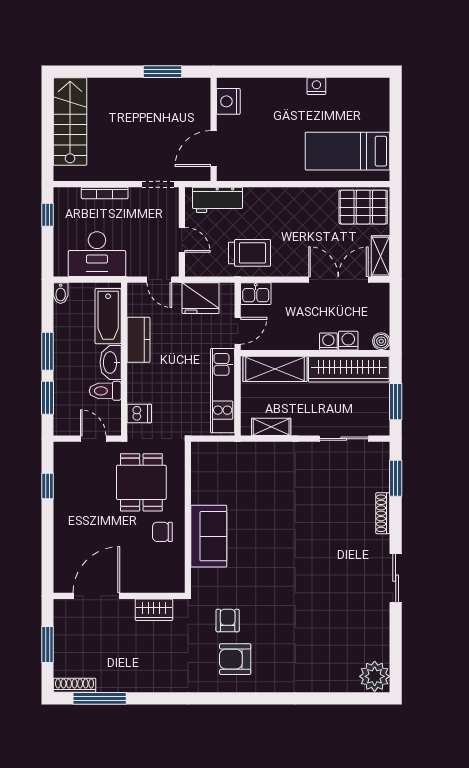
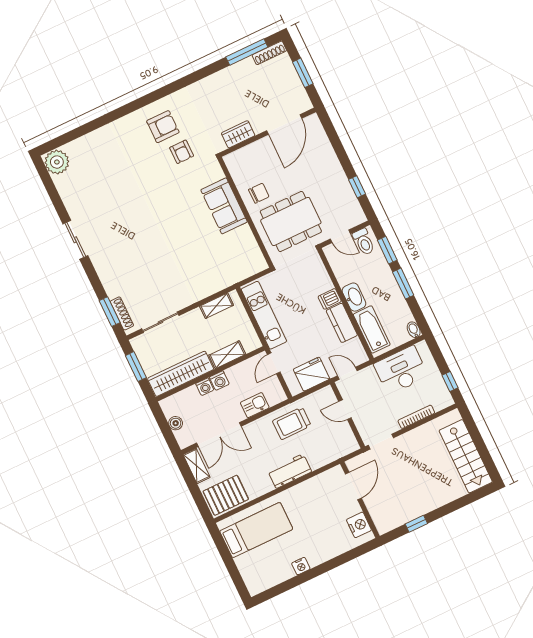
window: (163, 72) -> (416, 524), width x0.67
workbench: (217, 200) -> (290, 471), moved
kitchen sink: (256, 294) -> (255, 405), moved
washing machine: (348, 341) -> (219, 381), moved
boiler: (381, 341) -> (176, 423), moved
shelving: (275, 369) -> (227, 355), width x0.67, depth x0.75
toilet: (105, 391) -> (364, 242), moved, turned 90
dishwasher: (139, 413) -> (330, 299), moved
dining table: (141, 482) -> (291, 221), width x1.38
shoe rack: (383, 513) -> (122, 313), moved

